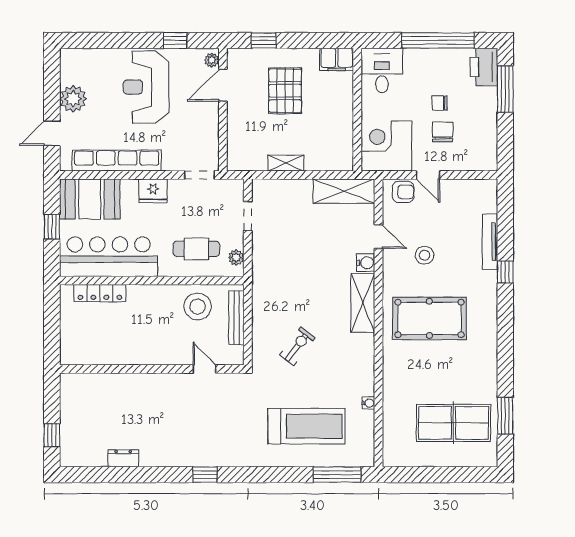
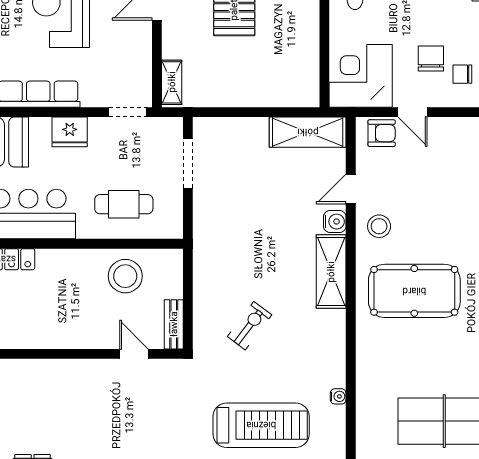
chair: (440, 103) -> (462, 74), moved
shelving: (286, 163) -> (172, 82), moved, turned 90
doorway: (248, 216) -> (188, 163), width x1.38
door: (378, 237) -> (351, 189), swing flipped
stool: (425, 255) -> (379, 226), moved
plant: (236, 258) -> (173, 215), removed
bench: (236, 318) -> (174, 324), moved, width x0.73

